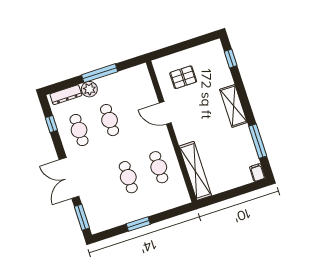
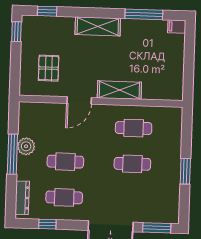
window: (204, 39) -> (16, 32), added
plant: (89, 89) -> (26, 146), moved
shelving: (195, 171) -> (119, 90), moved, width x0.68

